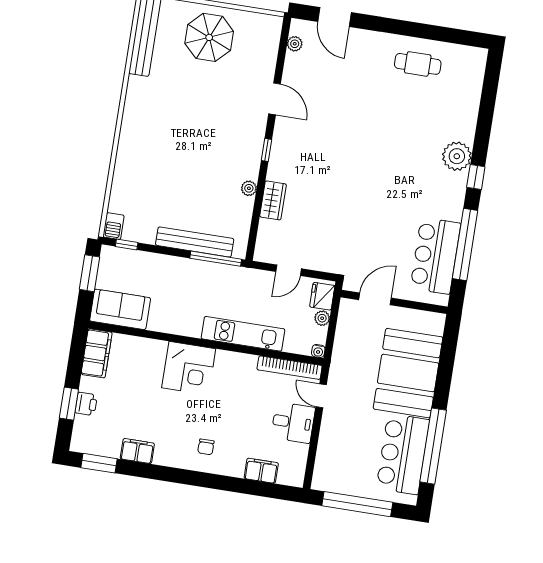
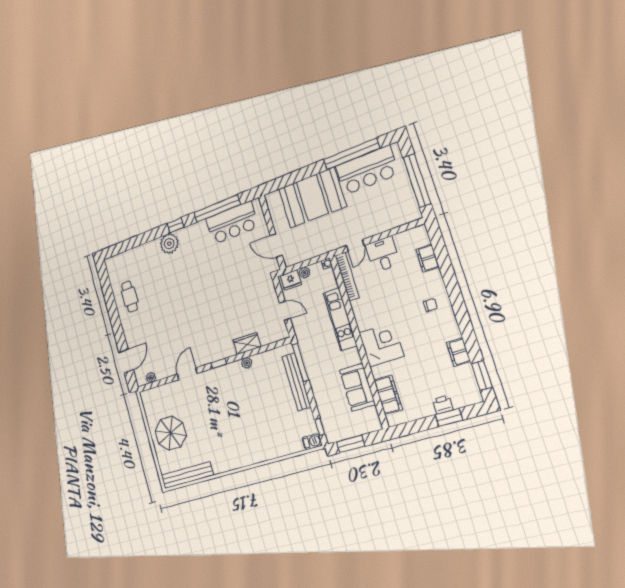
sofa: (120, 309) -> (357, 387), moved
filing cabinet: (97, 353) -> (388, 395), moved, turned 90

